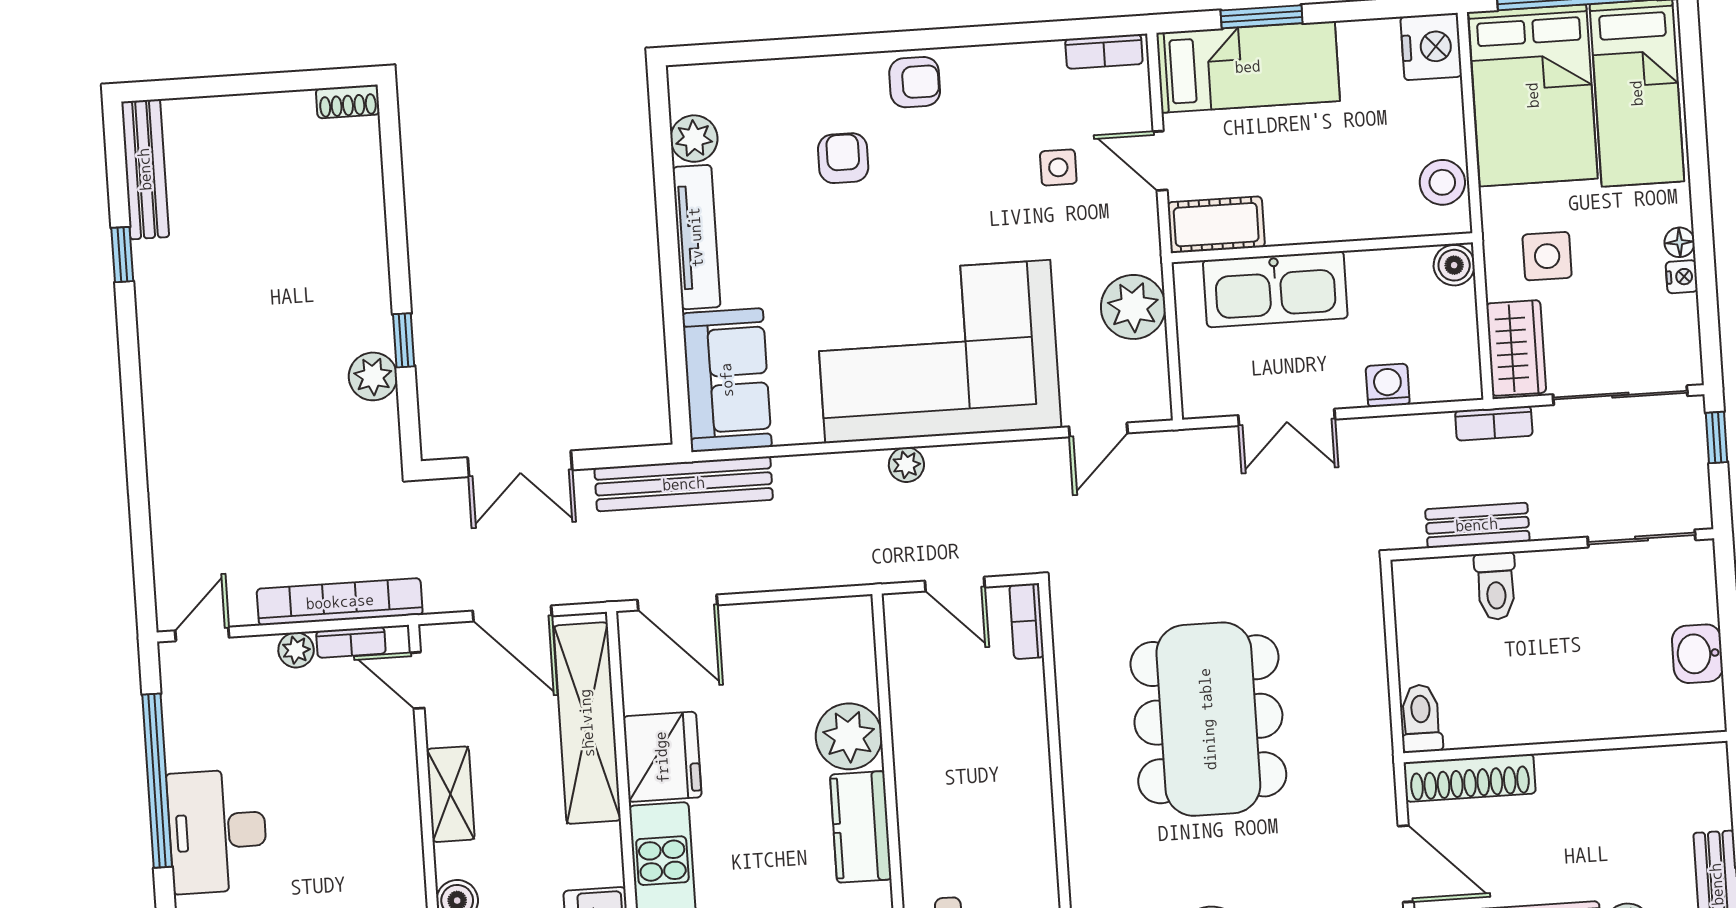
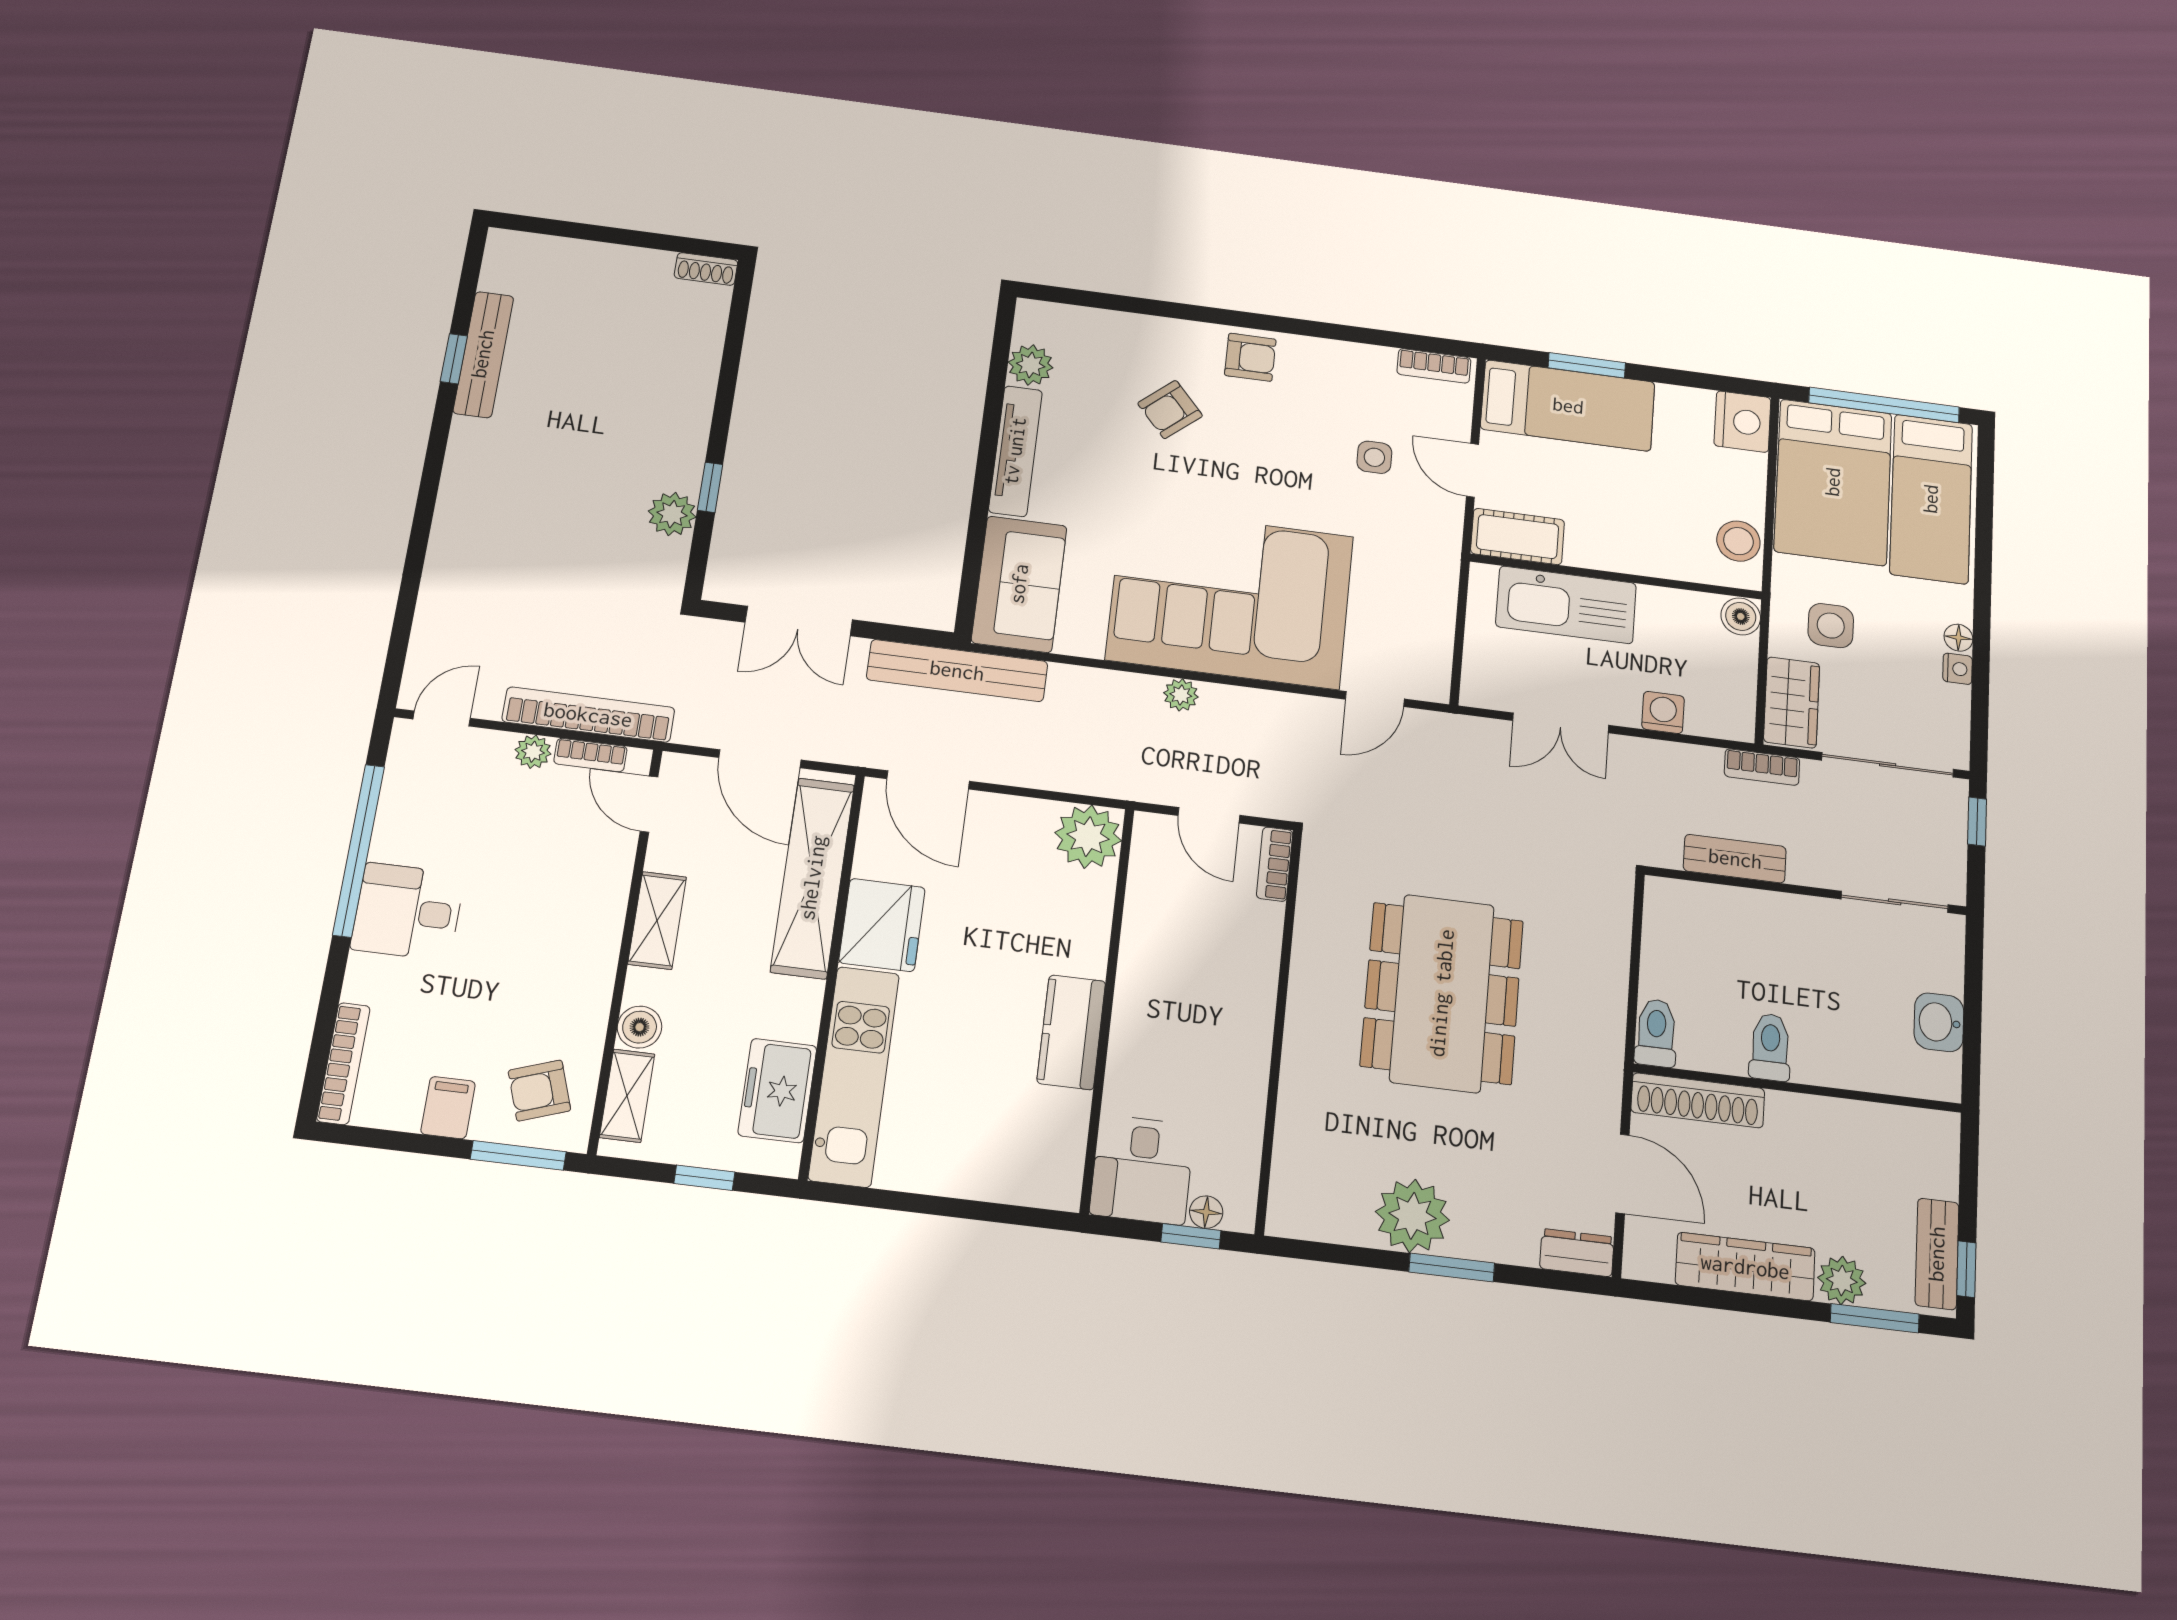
armchair: (843, 158) -> (1170, 410), turned -131
bench: (145, 169) -> (483, 354), moved
plant: (1133, 307) -> (1427, 594), removed
toilet: (1496, 586) -> (1770, 1047), moved, turned 180
plant: (849, 736) -> (1088, 837), moved
desk: (217, 831) -> (408, 912), width x0.73

